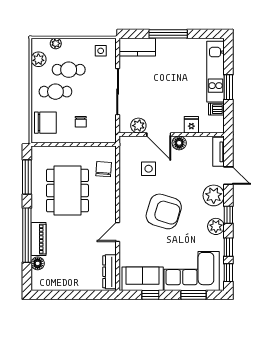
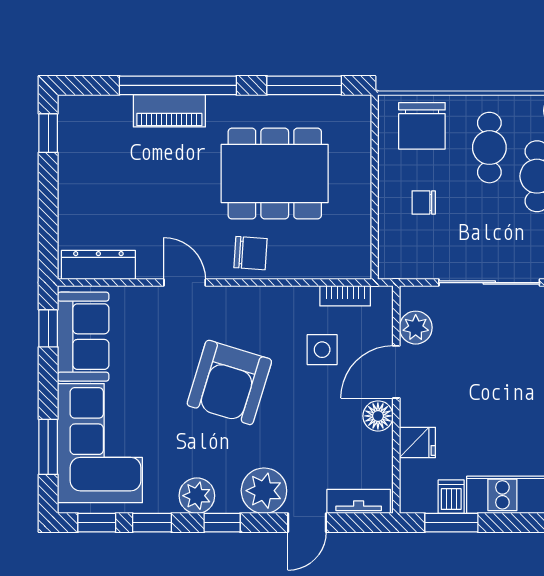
window: (228, 87) -> (451, 523), moved
bookcase: (124, 158) -> (345, 296), added
chair: (104, 169) -> (251, 253), moved
floor lamp: (38, 263) -> (117, 109), removed
window: (49, 295) -> (48, 133), added
window: (150, 295) -> (48, 328), moved

